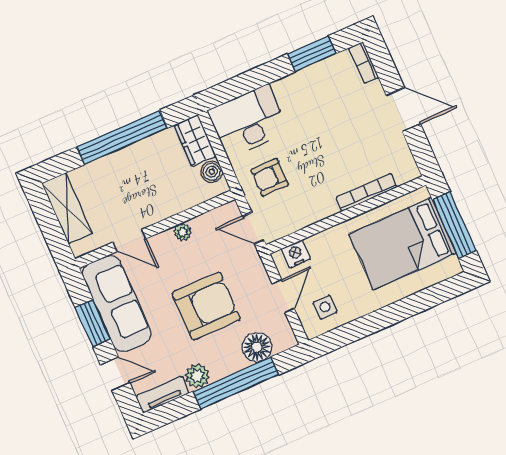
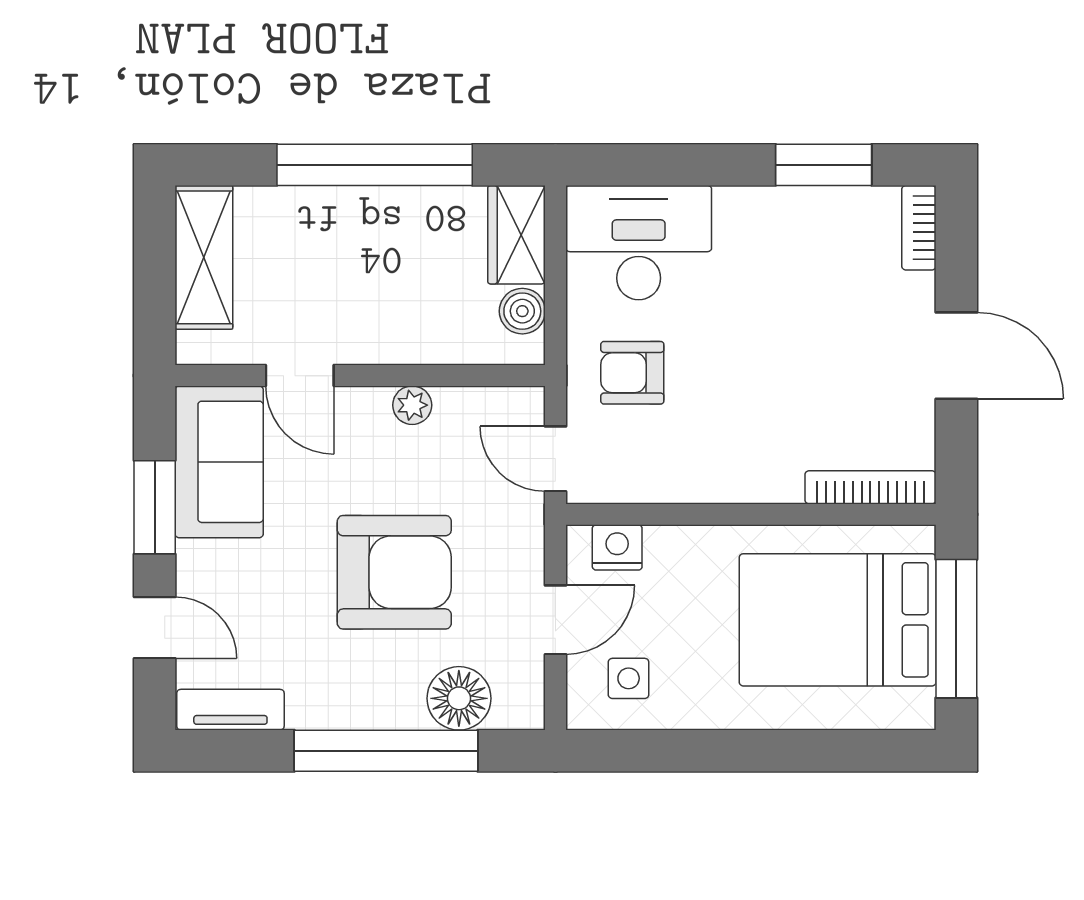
bookcase: (367, 192) -> (870, 487), moved
sofa: (117, 304) -> (219, 462), width x0.73
plant: (197, 376) -> (315, 703), removed

